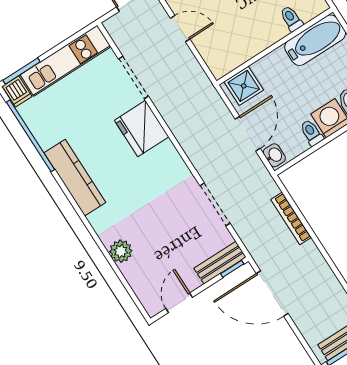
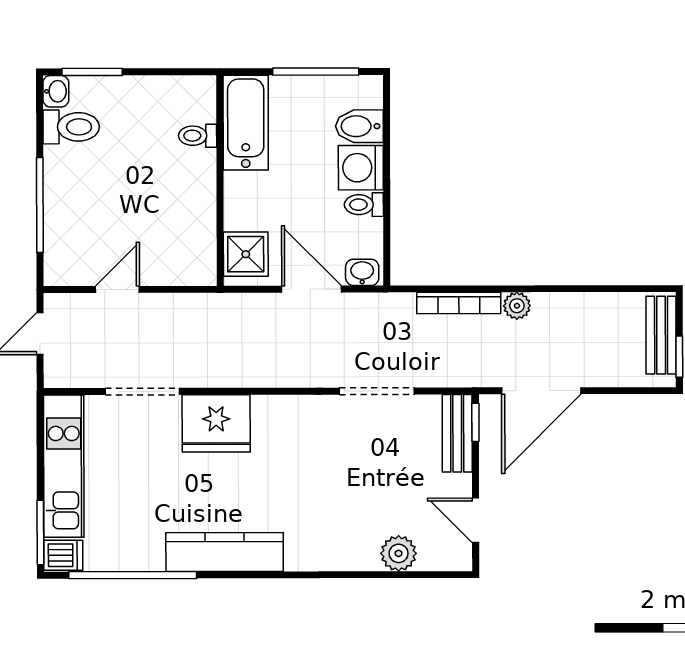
plant: (121, 251) -> (399, 553), moved
plant: (310, 251) -> (517, 306), added

